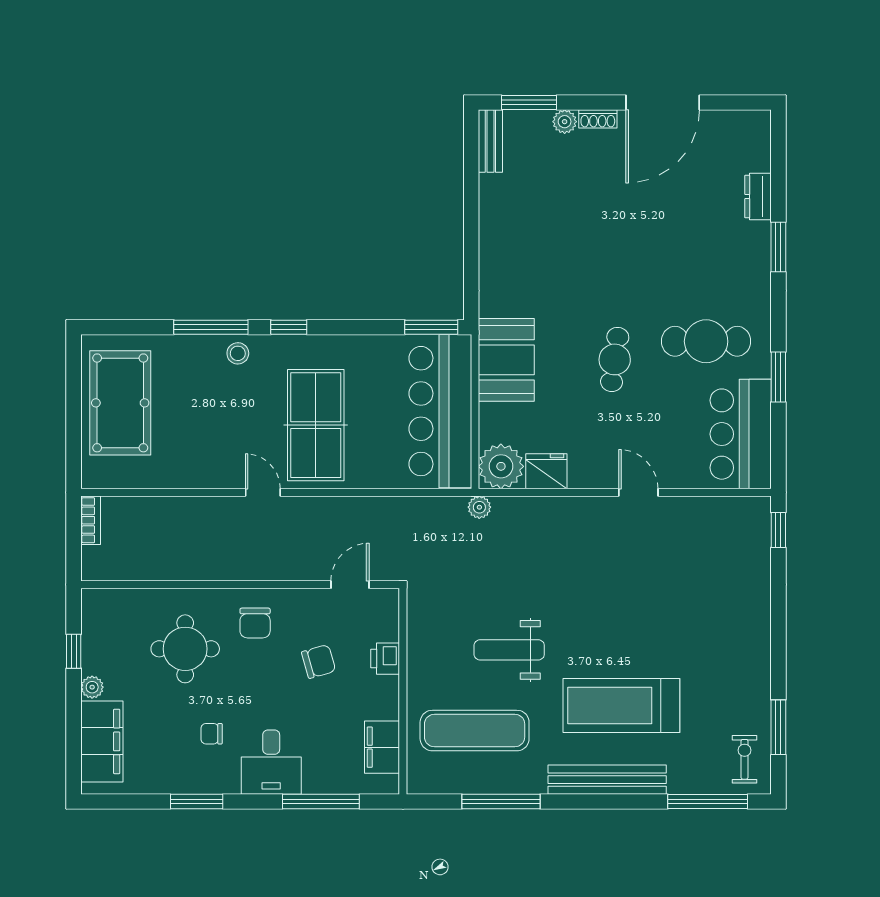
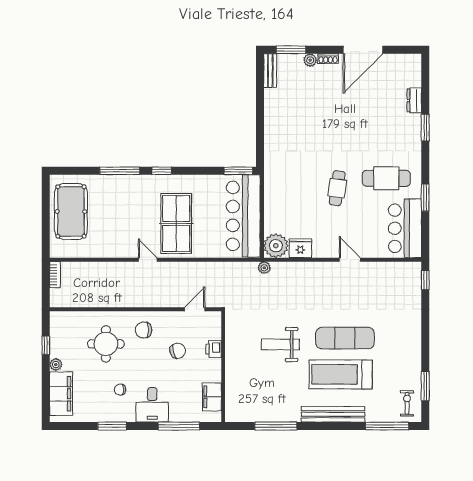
stool: (238, 353) -> (134, 185), removed
booth: (506, 360) -> (279, 188), removed
chair: (255, 623) -> (144, 330), turned 90
exercise mat: (475, 731) -> (345, 338), moved

